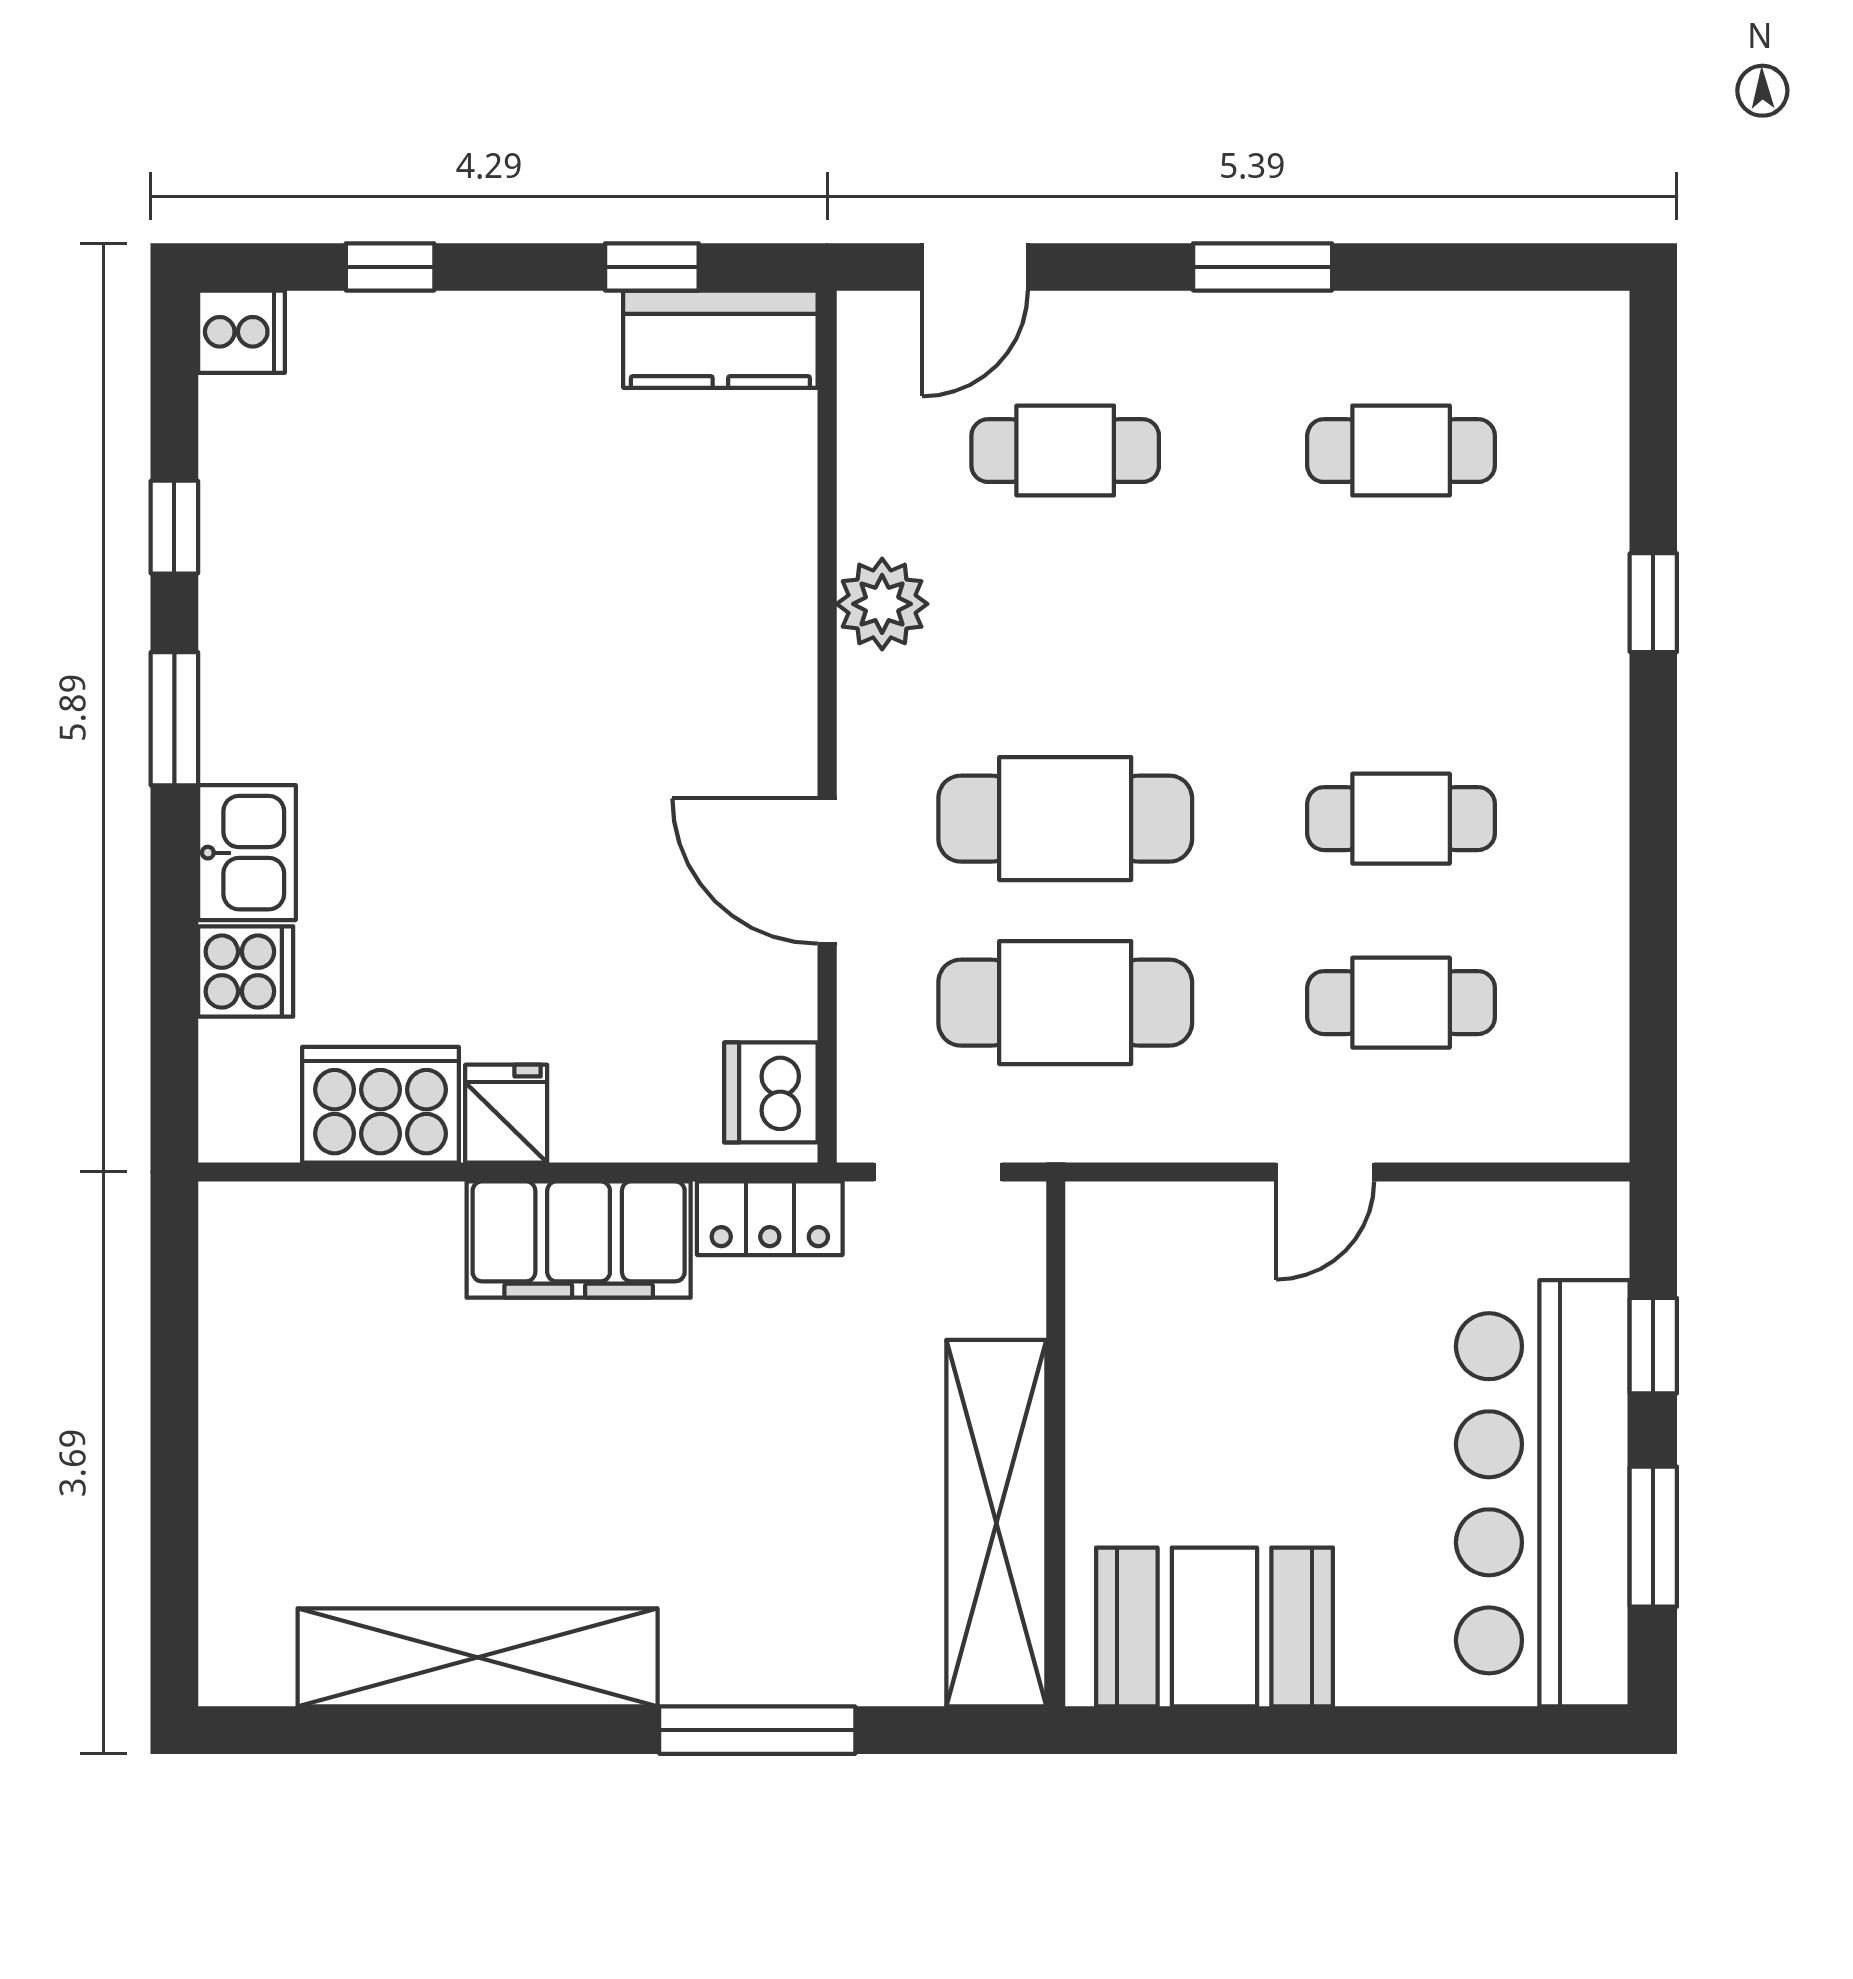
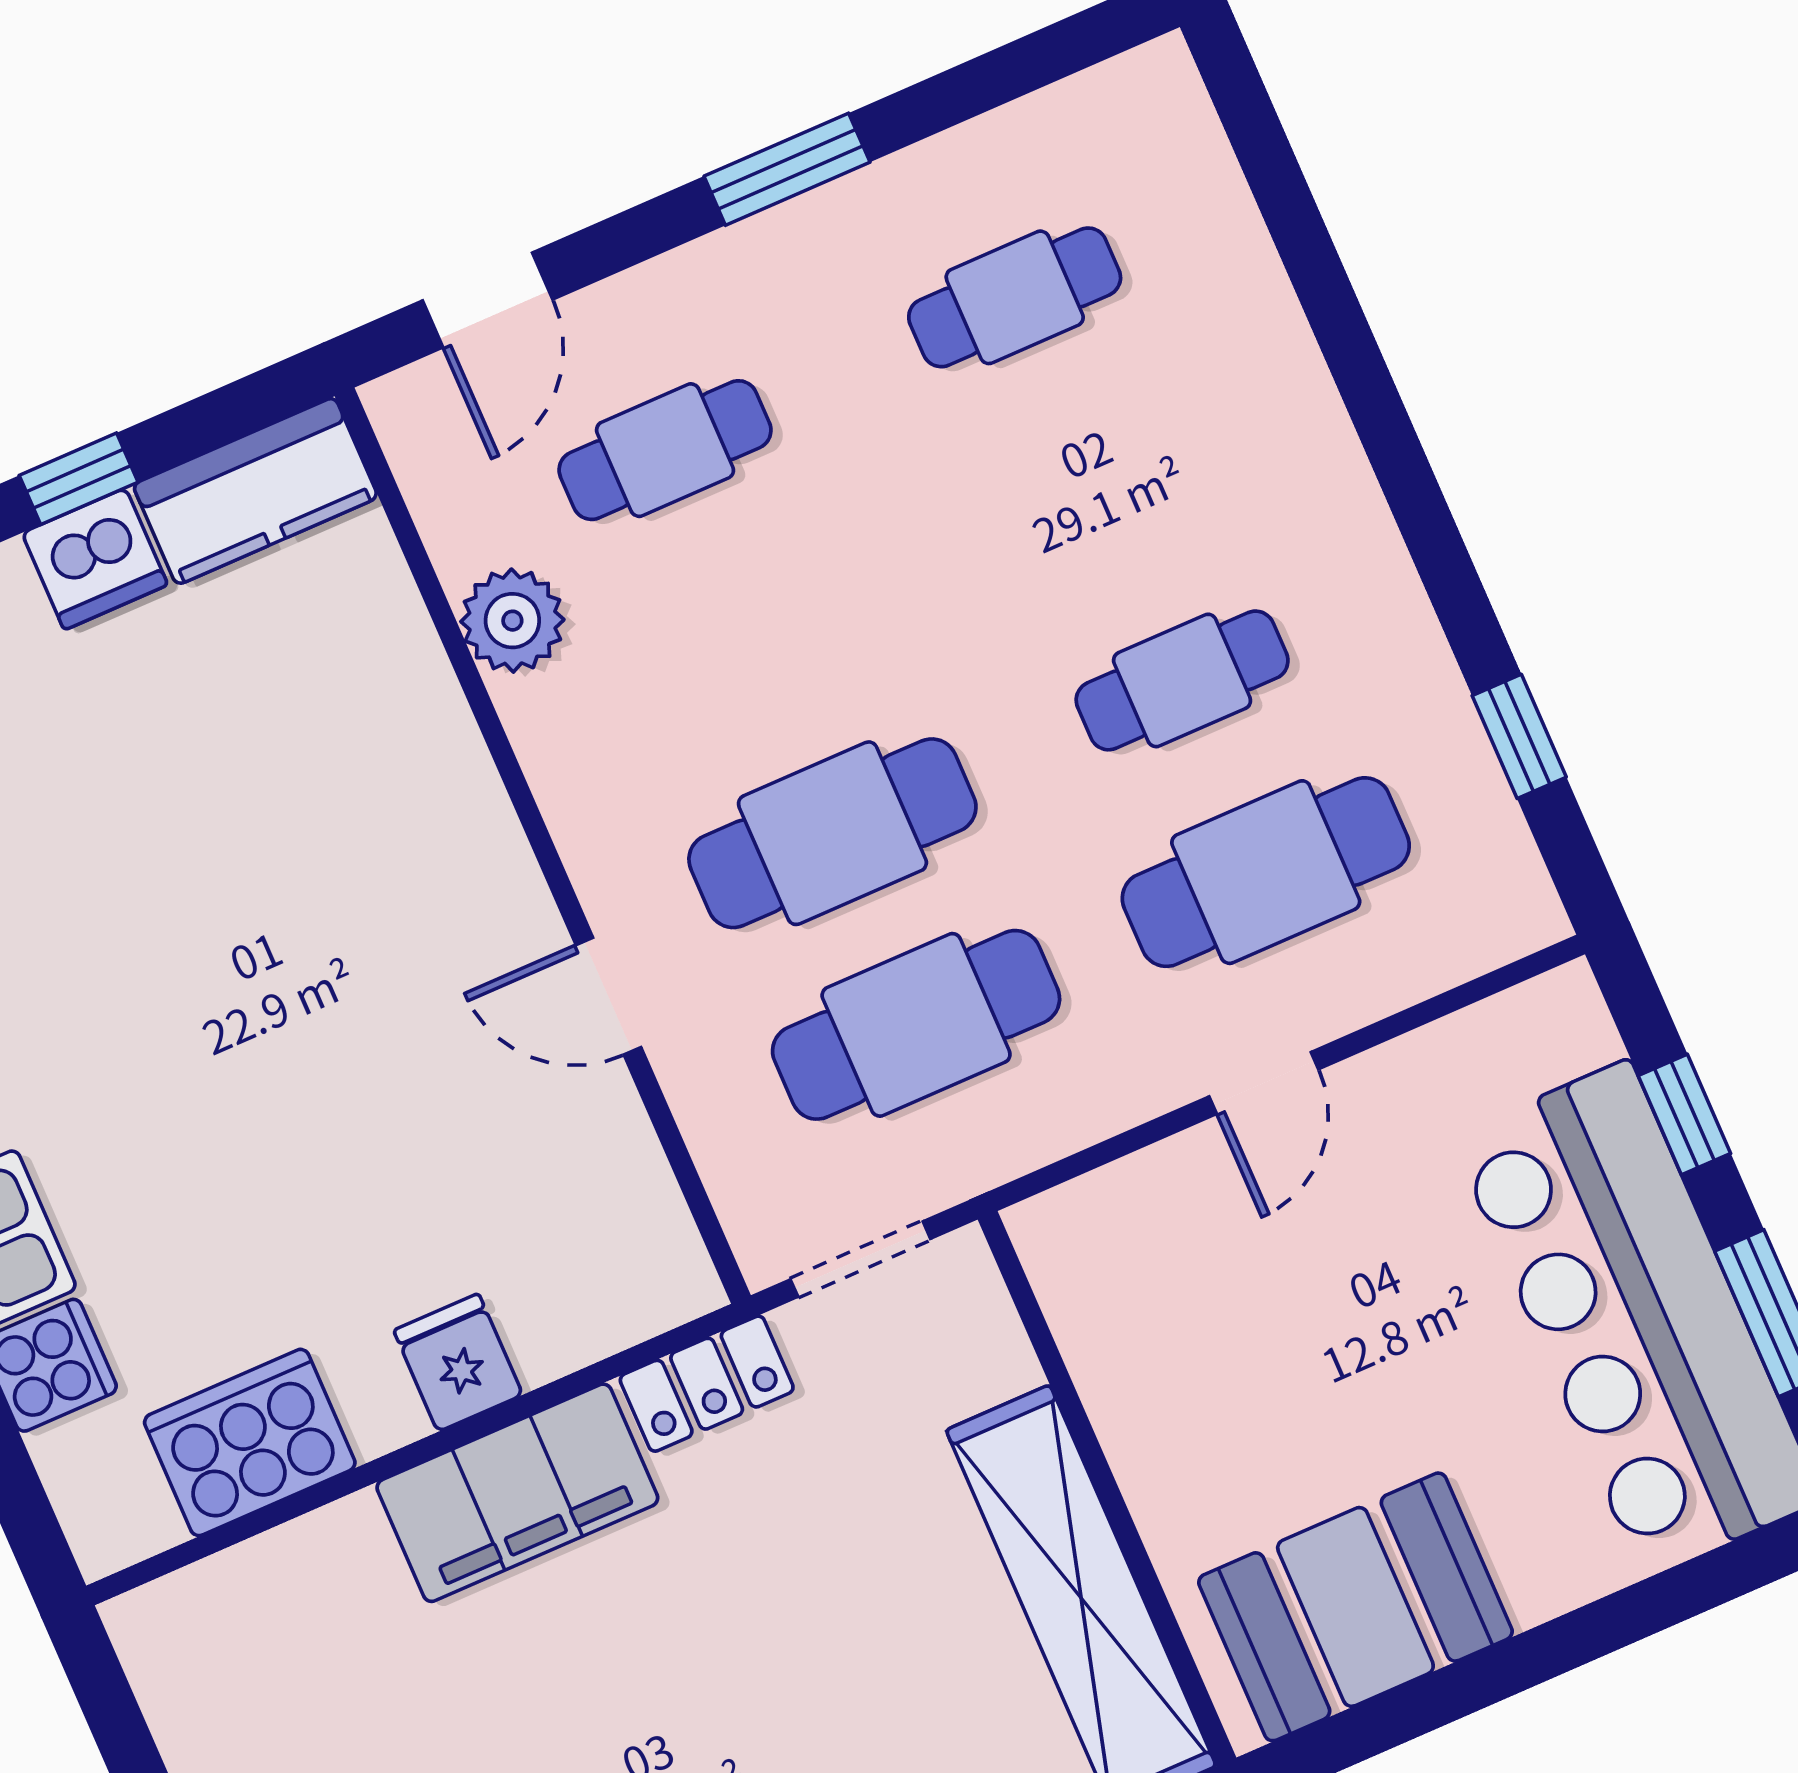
window: (652, 267) -> (79, 479), moved
window: (1653, 603) -> (1519, 736), moved
plant: (882, 604) -> (512, 621), moved
door: (827, 871) -> (608, 996), width x0.73
cafe table: (1401, 1003) -> (1266, 872), width x1.37, depth x1.35
dishwasher: (771, 1092) -> (95, 559), moved, turned -90
fridge: (506, 1114) -> (458, 1363), moved

